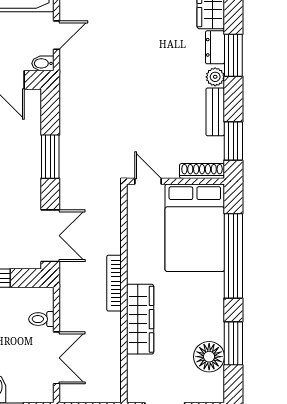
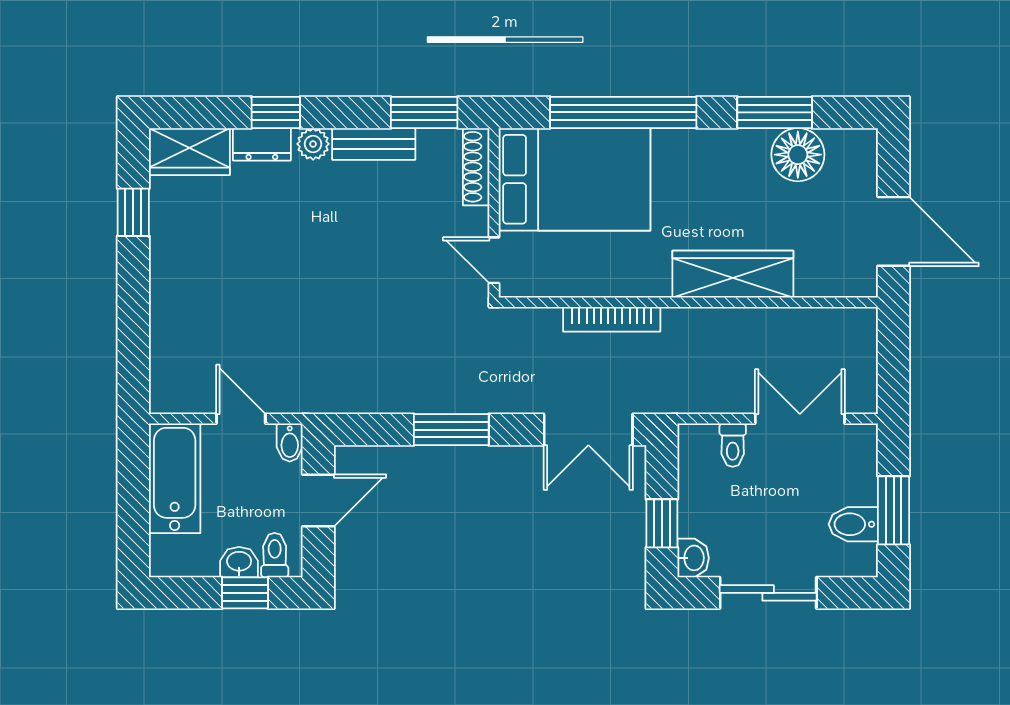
window: (233, 55) -> (276, 112), width x0.67
door: (148, 181) -> (494, 260), hinge flipped
double door: (50, 236) -> (588, 430), swing flipped
bookcase: (114, 283) -> (612, 319), moved

